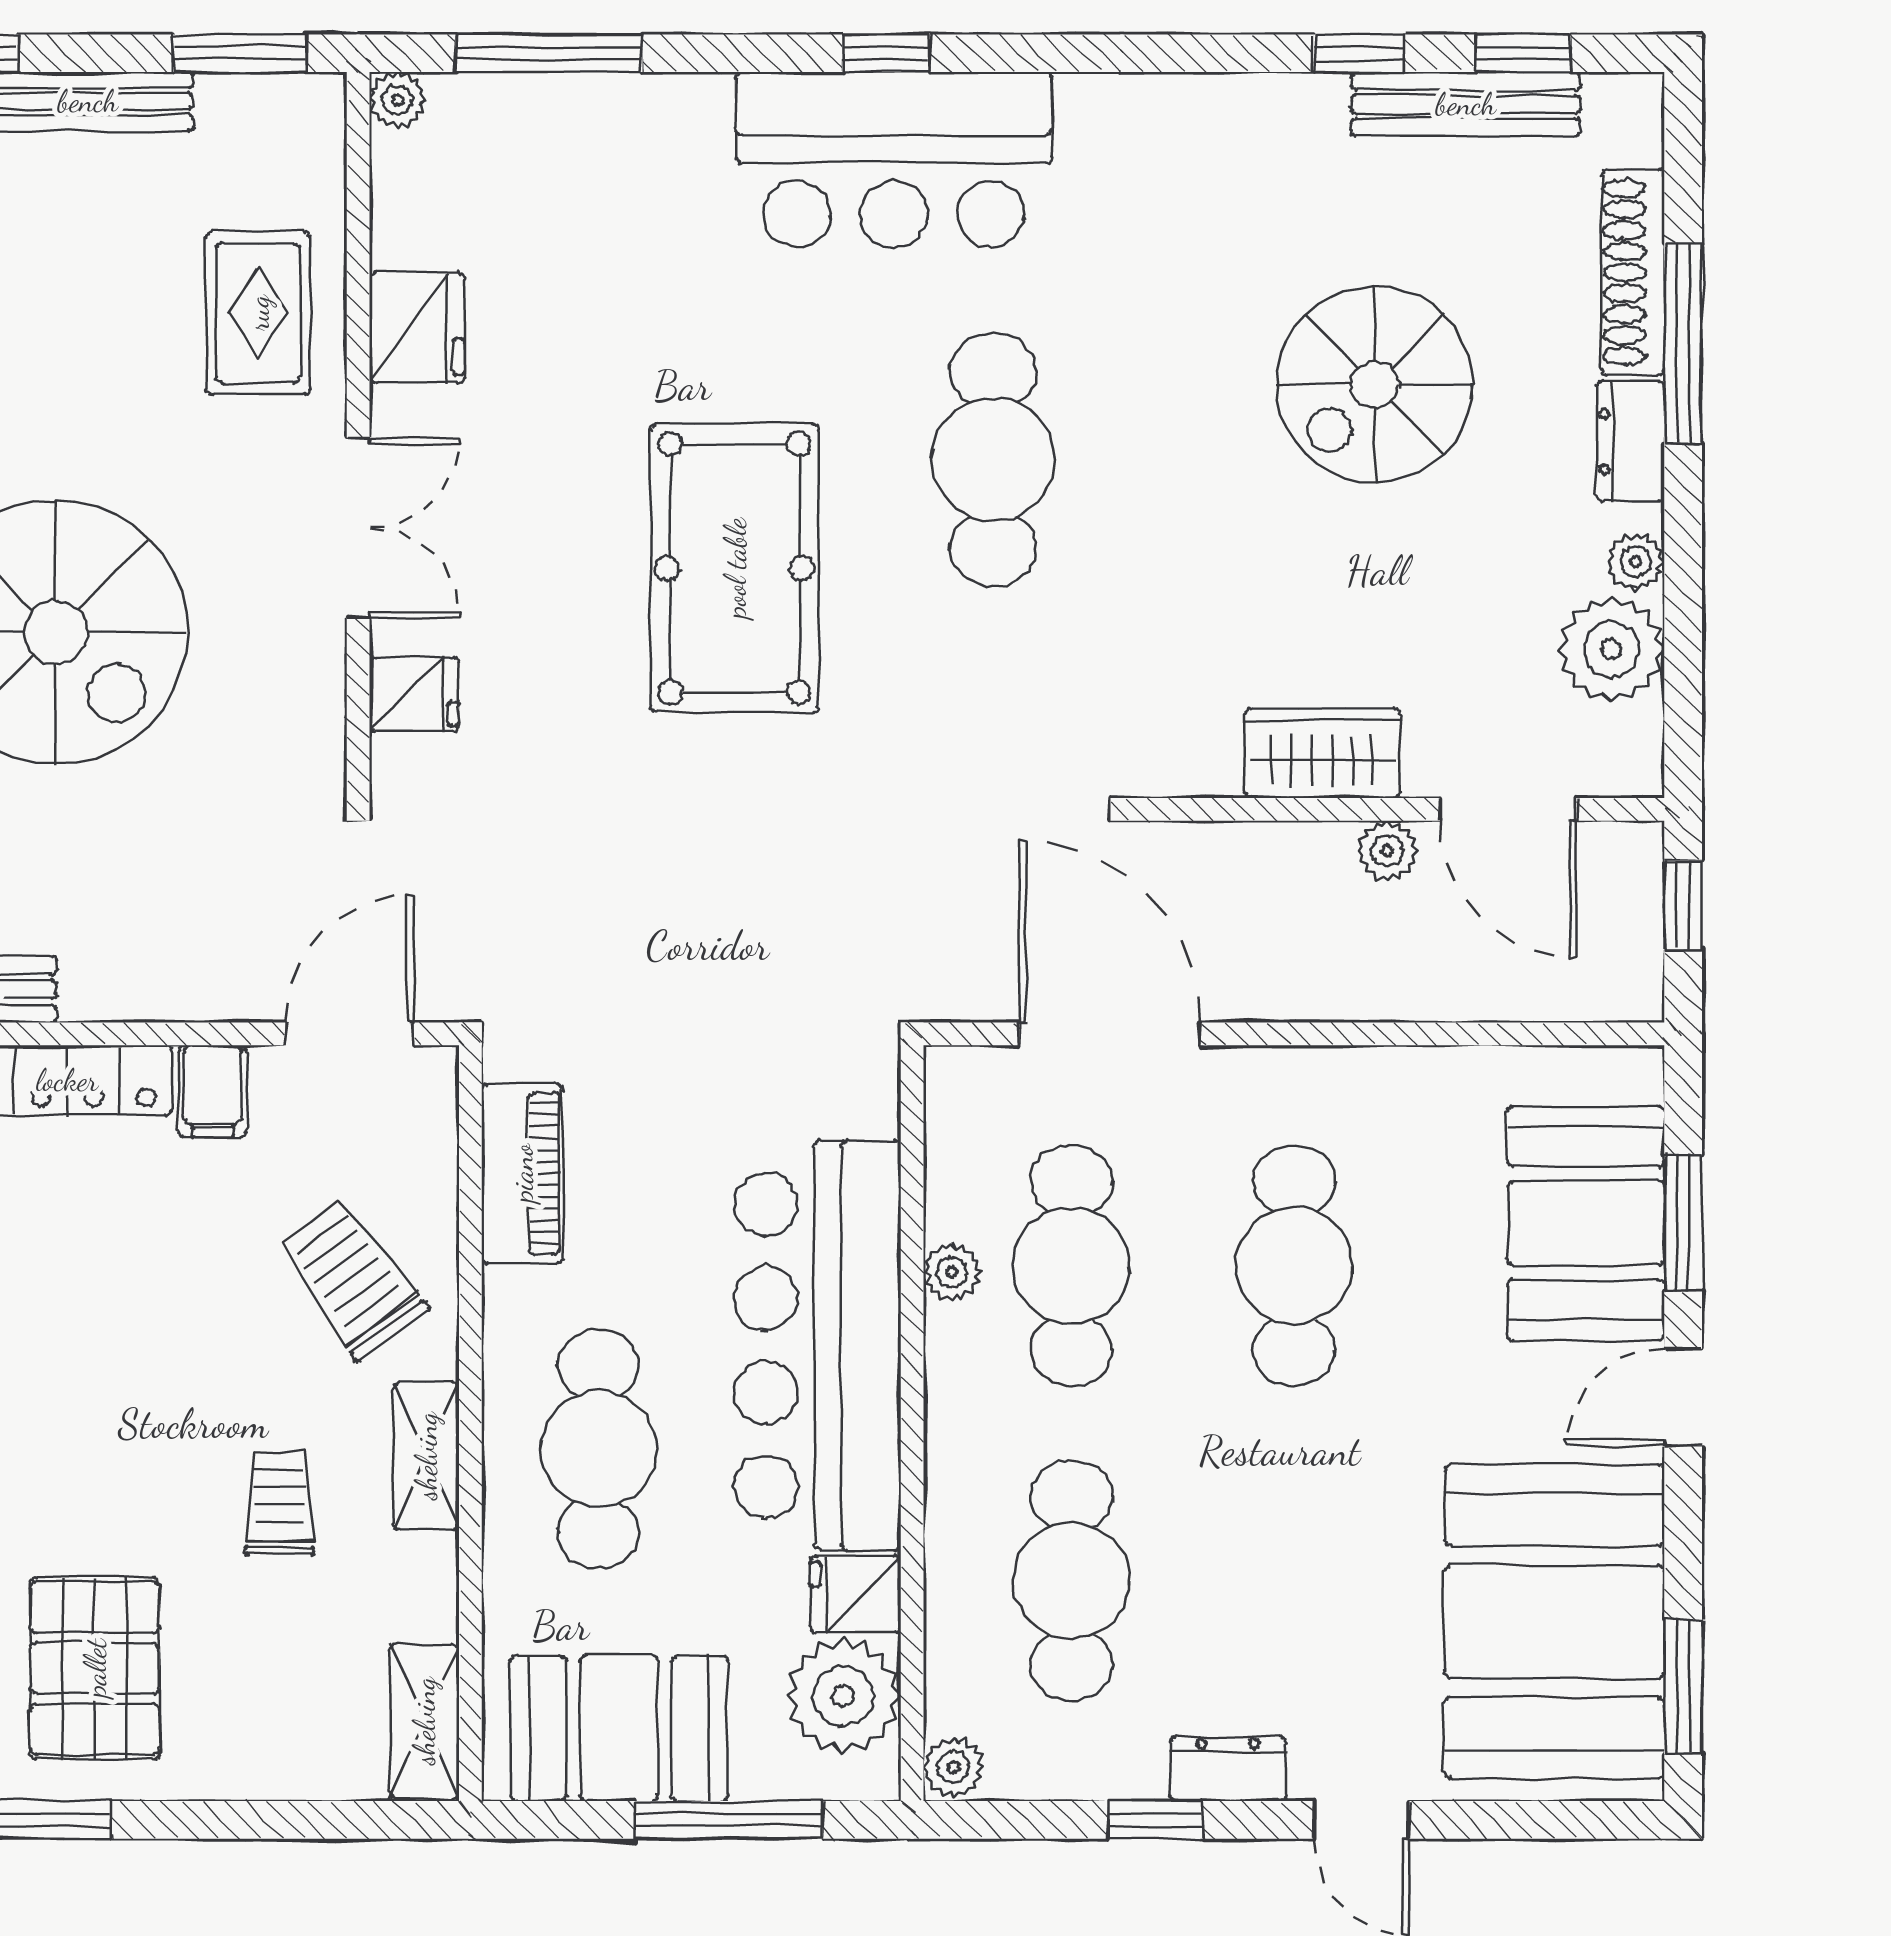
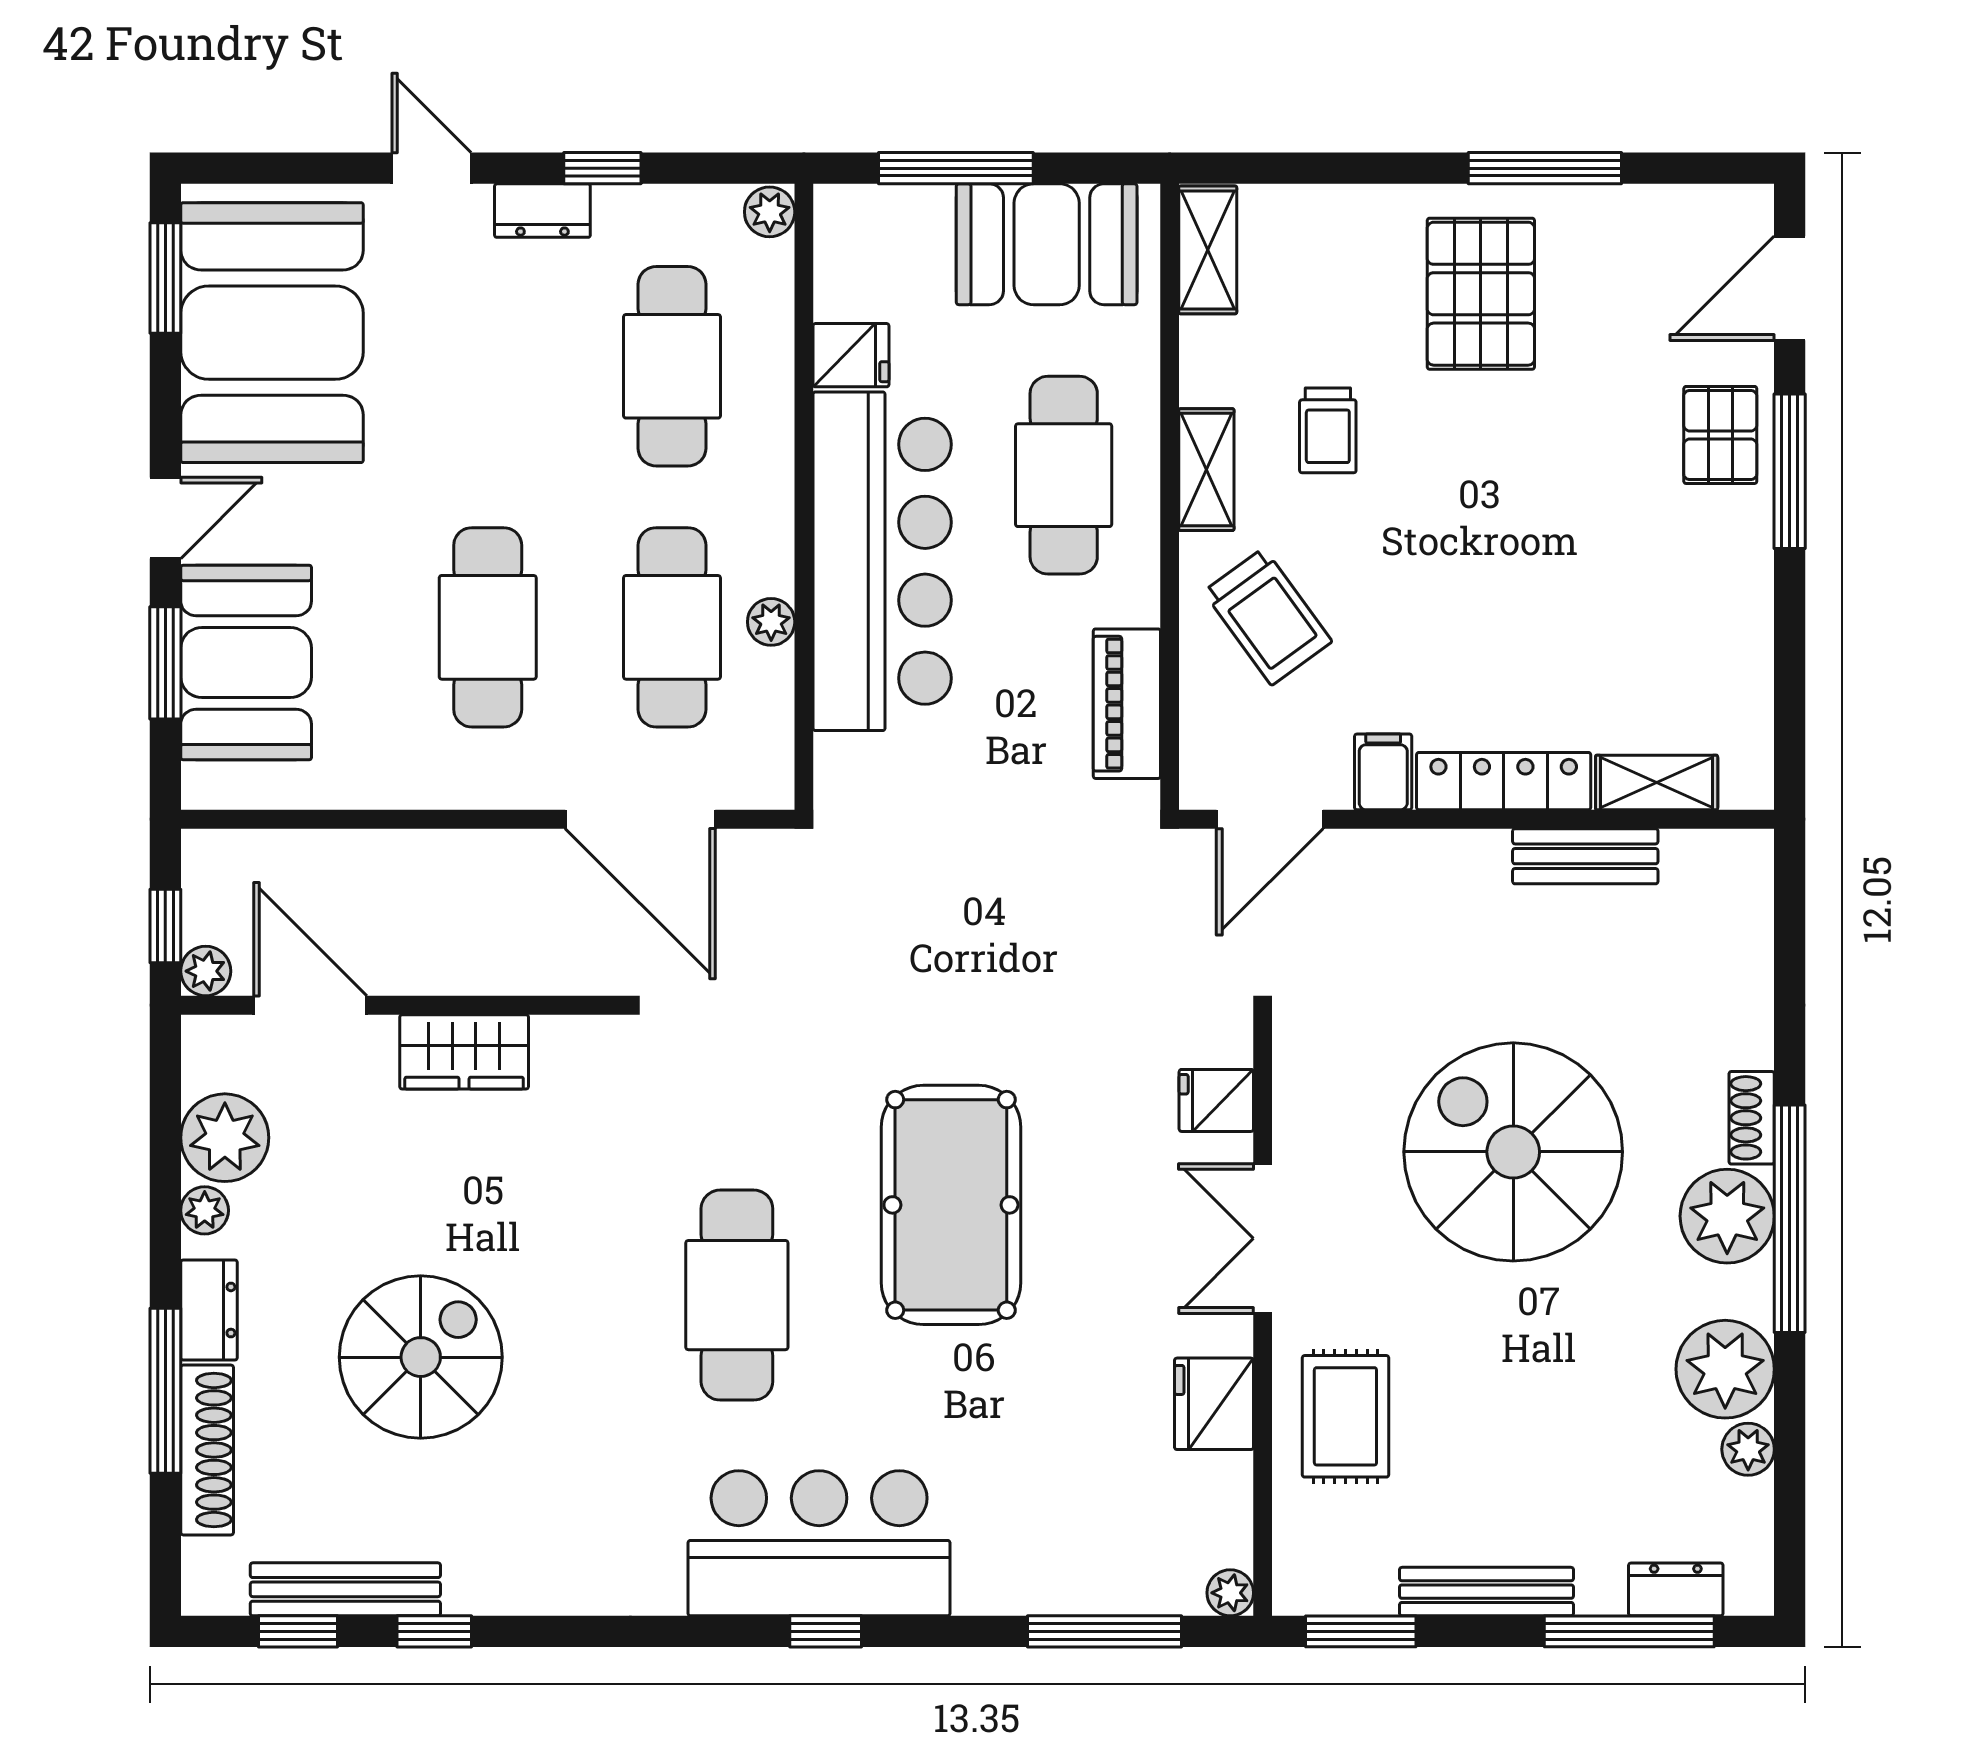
plant: (1387, 851) -> (206, 971), moved
plant: (843, 1696) -> (861, 271), removed

